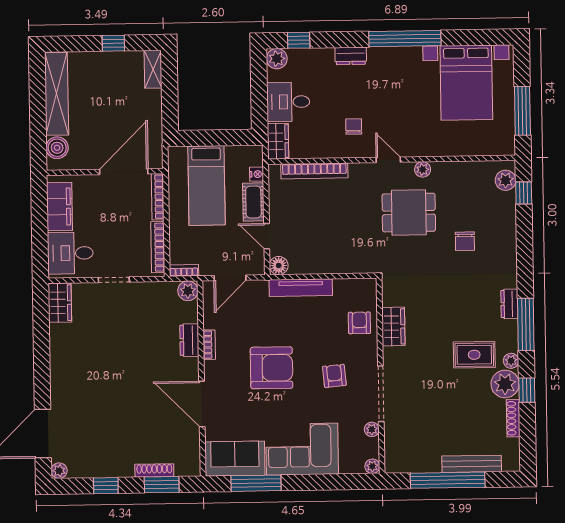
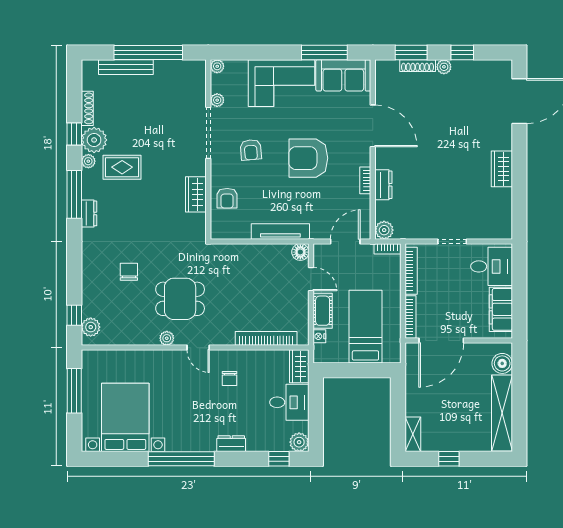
wardrobe: (60, 303) -> (502, 169), moved
plant: (59, 471) -> (444, 67), moved

